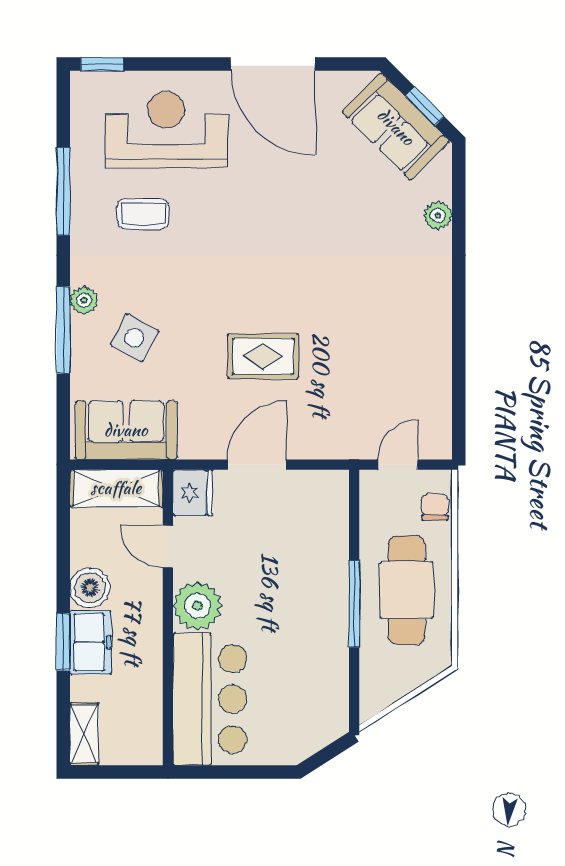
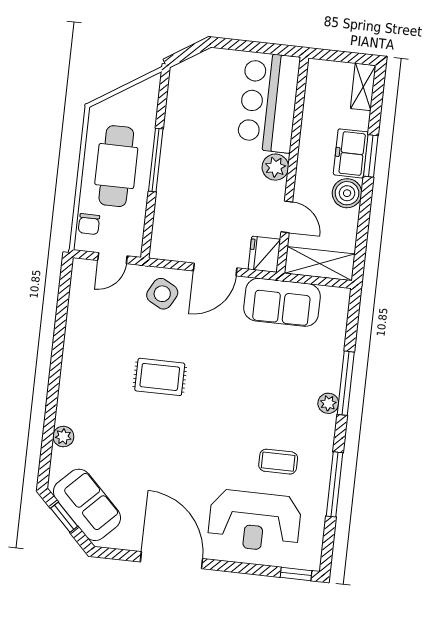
side table: (134, 338) -> (162, 294), moved
rug: (263, 356) -> (160, 377), moved
sofa: (126, 430) -> (282, 302), moved
plant: (197, 606) -> (275, 167), width x0.73, depth x0.73

